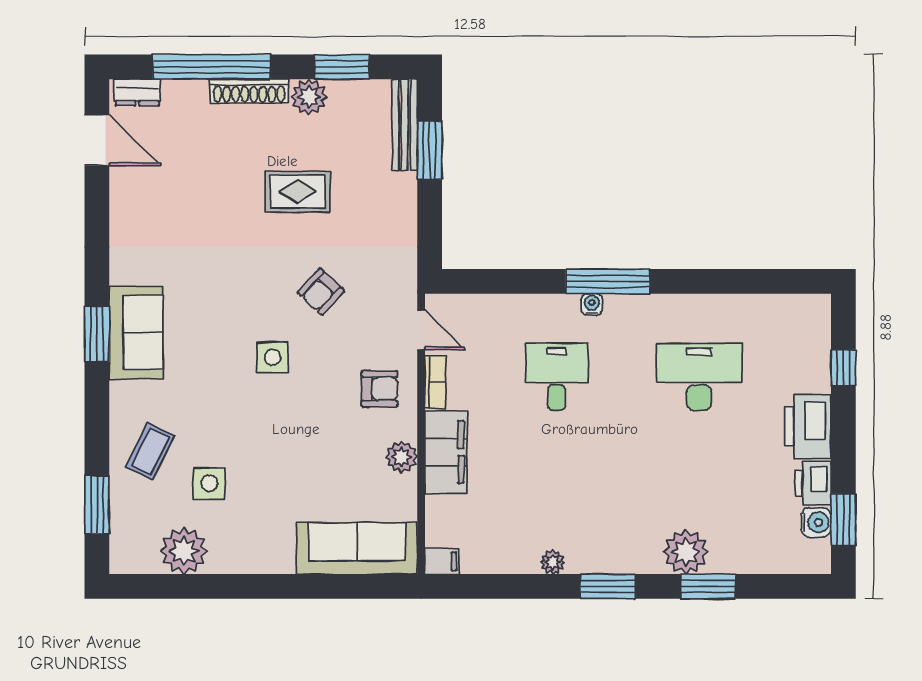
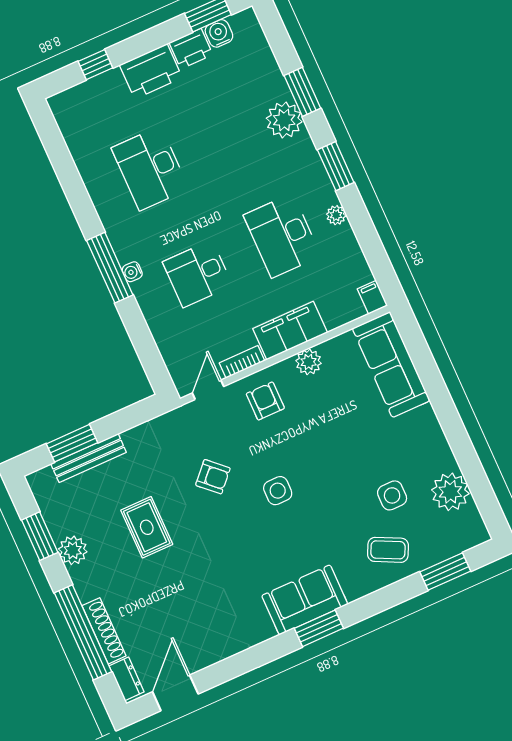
shoe rack: (249, 91) -> (104, 631), moved
bench: (405, 125) -> (89, 458), moved
desk: (557, 491) -> (282, 236), added

